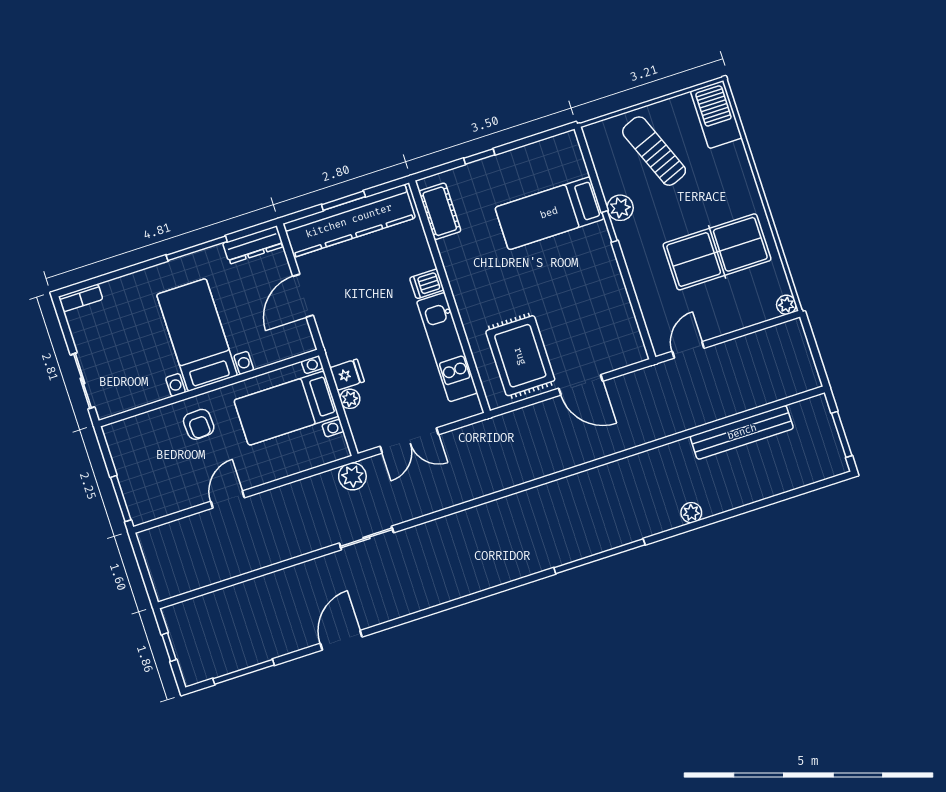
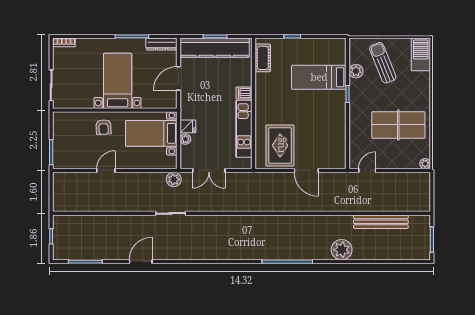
plant: (620, 208) -> (356, 71), moved
plant: (691, 513) -> (342, 250), width x1.87, depth x1.87

